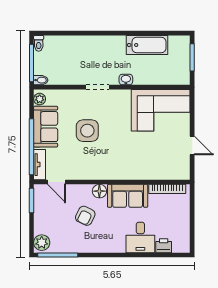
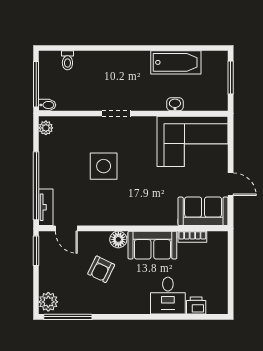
toilet: (39, 43) -> (67, 60), moved
washbasin: (126, 80) -> (175, 104), moved
sofa: (46, 127) -> (203, 211), moved, turned -90
bookcase: (167, 189) -> (192, 237), width x0.64

